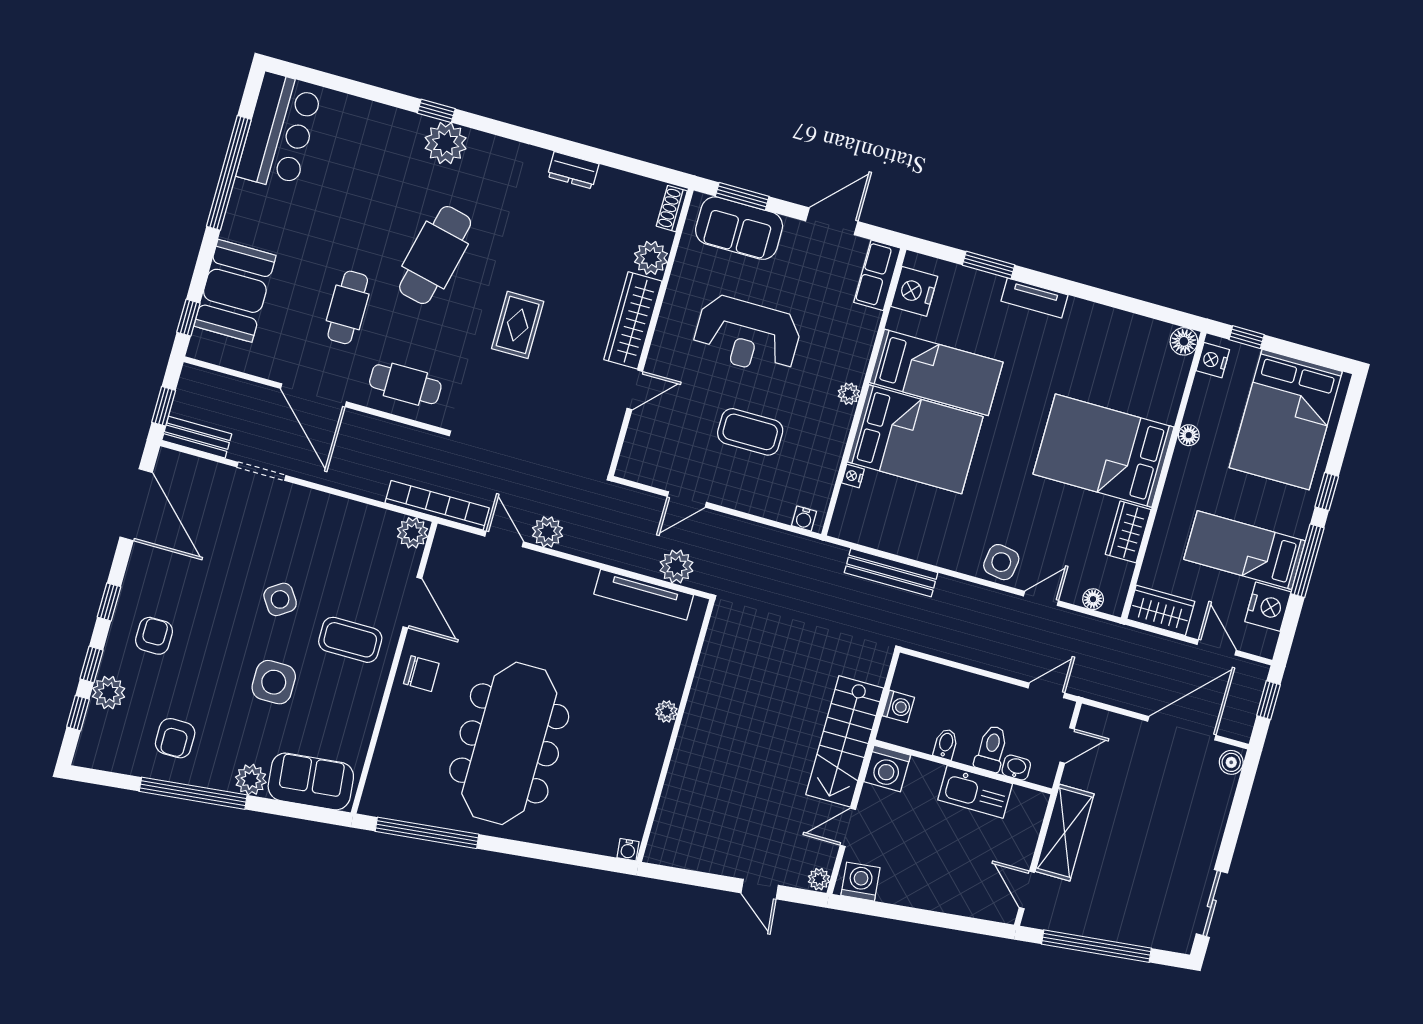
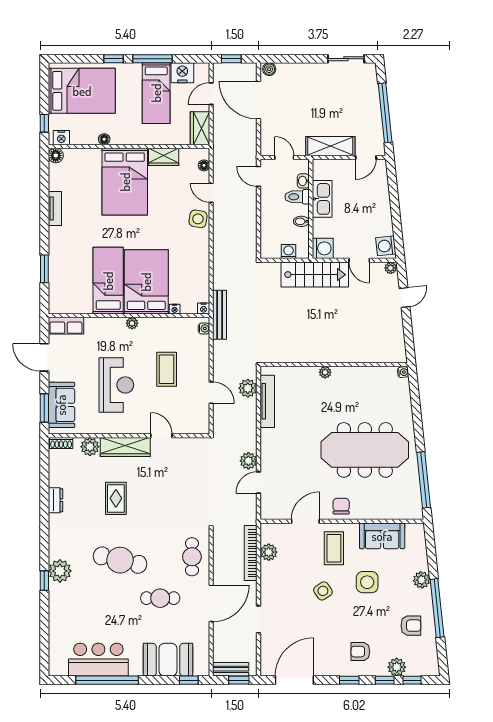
bar counter: (280, 132) -> (98, 660), moved
nightstand: (914, 291) -> (204, 308), moved, width x0.53, depth x0.56
tv unit: (1034, 298) -> (55, 209), moved
rug: (518, 325) -> (116, 498), moved, turned 90
bench: (197, 437) -> (231, 669), moved, turned 90
bookcase: (437, 505) -> (251, 553), moved
plant: (413, 533) -> (269, 552), moved
bench: (891, 573) -> (220, 315), moved
sofa: (311, 781) -> (382, 536), moved, turned -84

